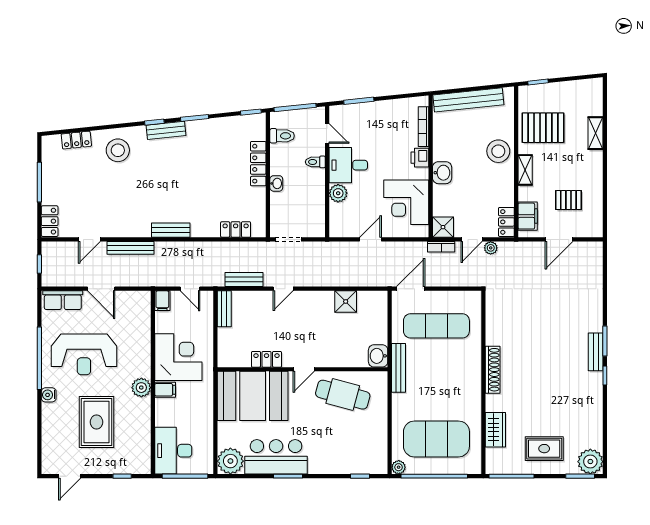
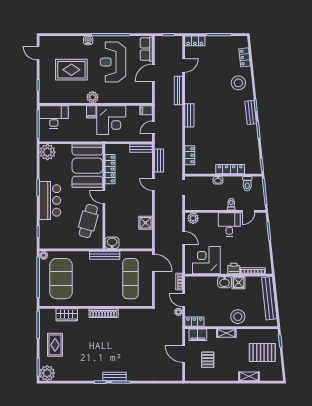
pallet: (543, 128) -> (262, 353), moved, turned 90
plant: (338, 193) -> (193, 218), moved
shower: (443, 227) -> (239, 283), moved
door: (89, 239) -> (184, 65), swing flipped
locker: (267, 359) -> (110, 169), width x1.53
bar counter: (276, 457) -> (50, 200), moved

